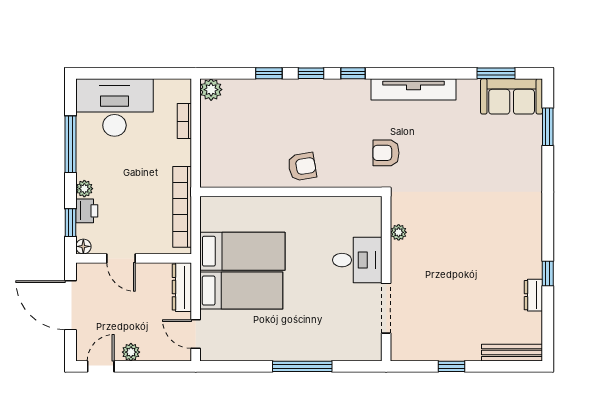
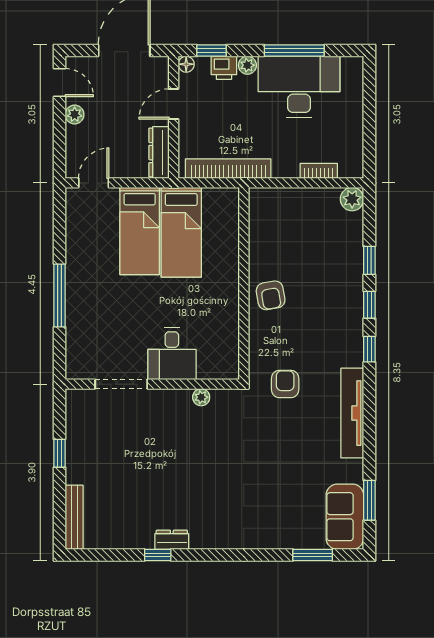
desk: (114, 107) -> (299, 87), moved, turned -90
dresser: (182, 287) -> (159, 153), moved, turned -90
dresser: (533, 295) -> (172, 540), moved

